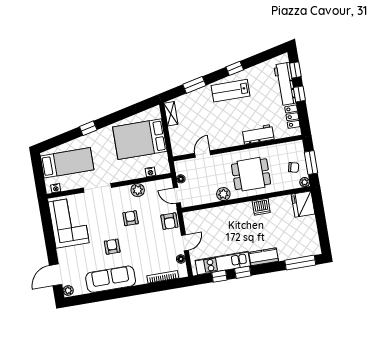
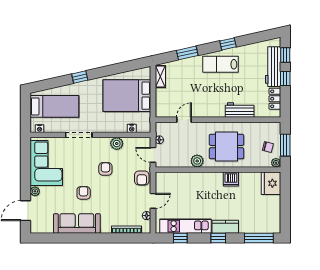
window: (243, 272) -> (218, 238), moved
plant: (68, 291) -> (35, 191), moved

